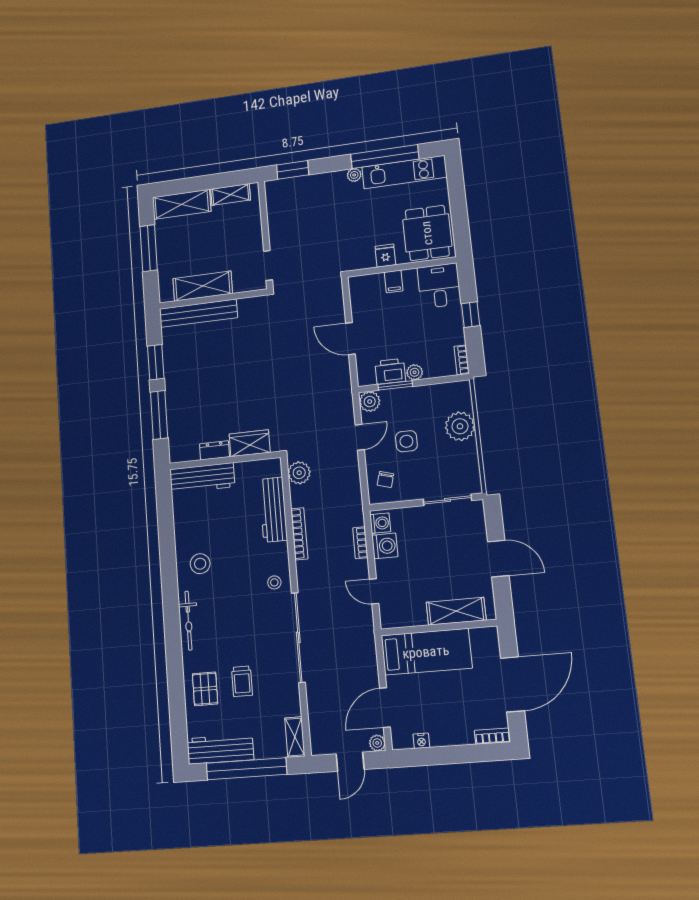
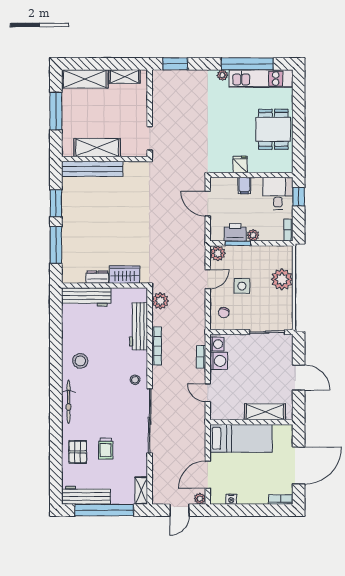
fridge: (385, 256) -> (240, 164), moved
wall: (401, 267) -> (251, 175), moved
filing cabinet: (394, 281) -> (244, 185), moved
desk: (439, 286) -> (278, 193), moved

